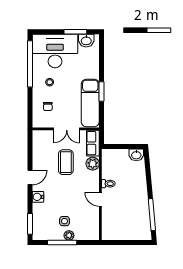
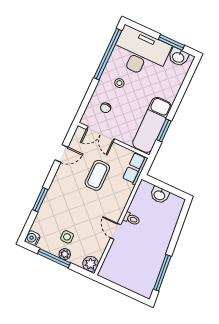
window: (102, 92) -> (164, 130), moved
double door: (67, 129) -> (100, 134), moved
washbasin: (136, 155) -> (160, 195), moved
plant: (93, 164) -> (91, 264), moved
door: (30, 177) -> (62, 154), moved
water cooler: (38, 197) -> (32, 238), moved
window: (30, 224) -> (40, 200), moved

